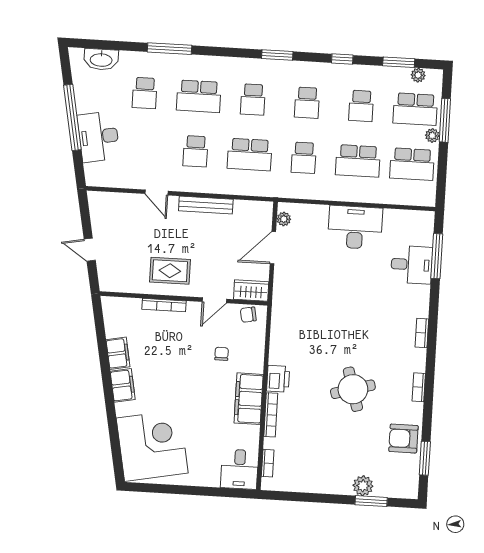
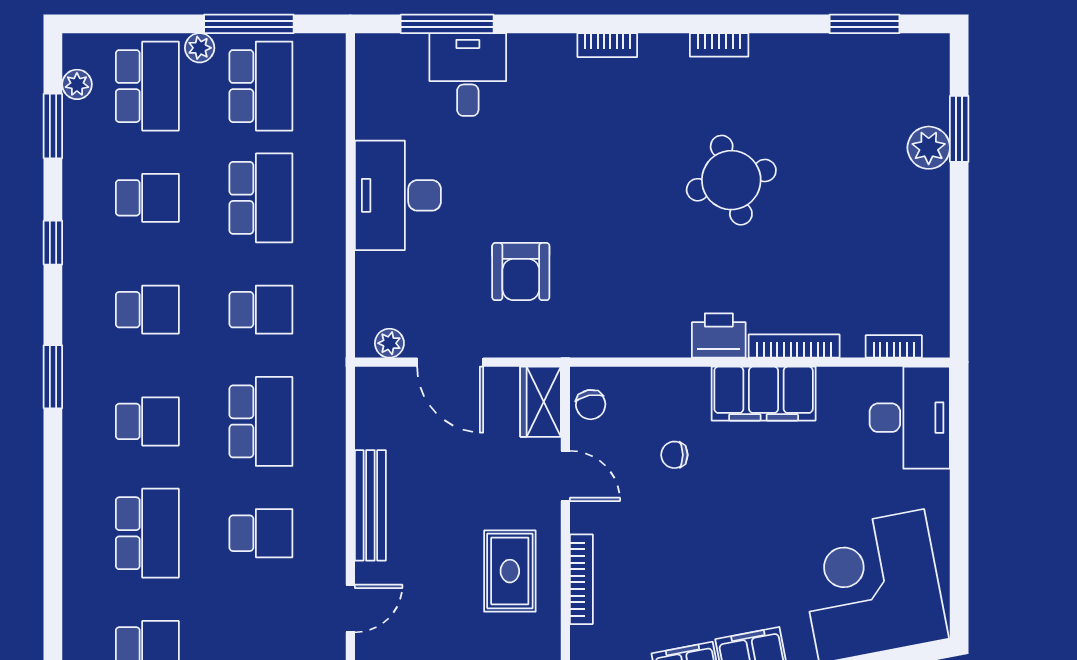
window: (169, 49) -> (53, 599), removed
window: (445, 120) -> (249, 24), moved
armchair: (403, 439) -> (521, 272), moved
desk: (239, 469) -> (910, 418), width x1.37

